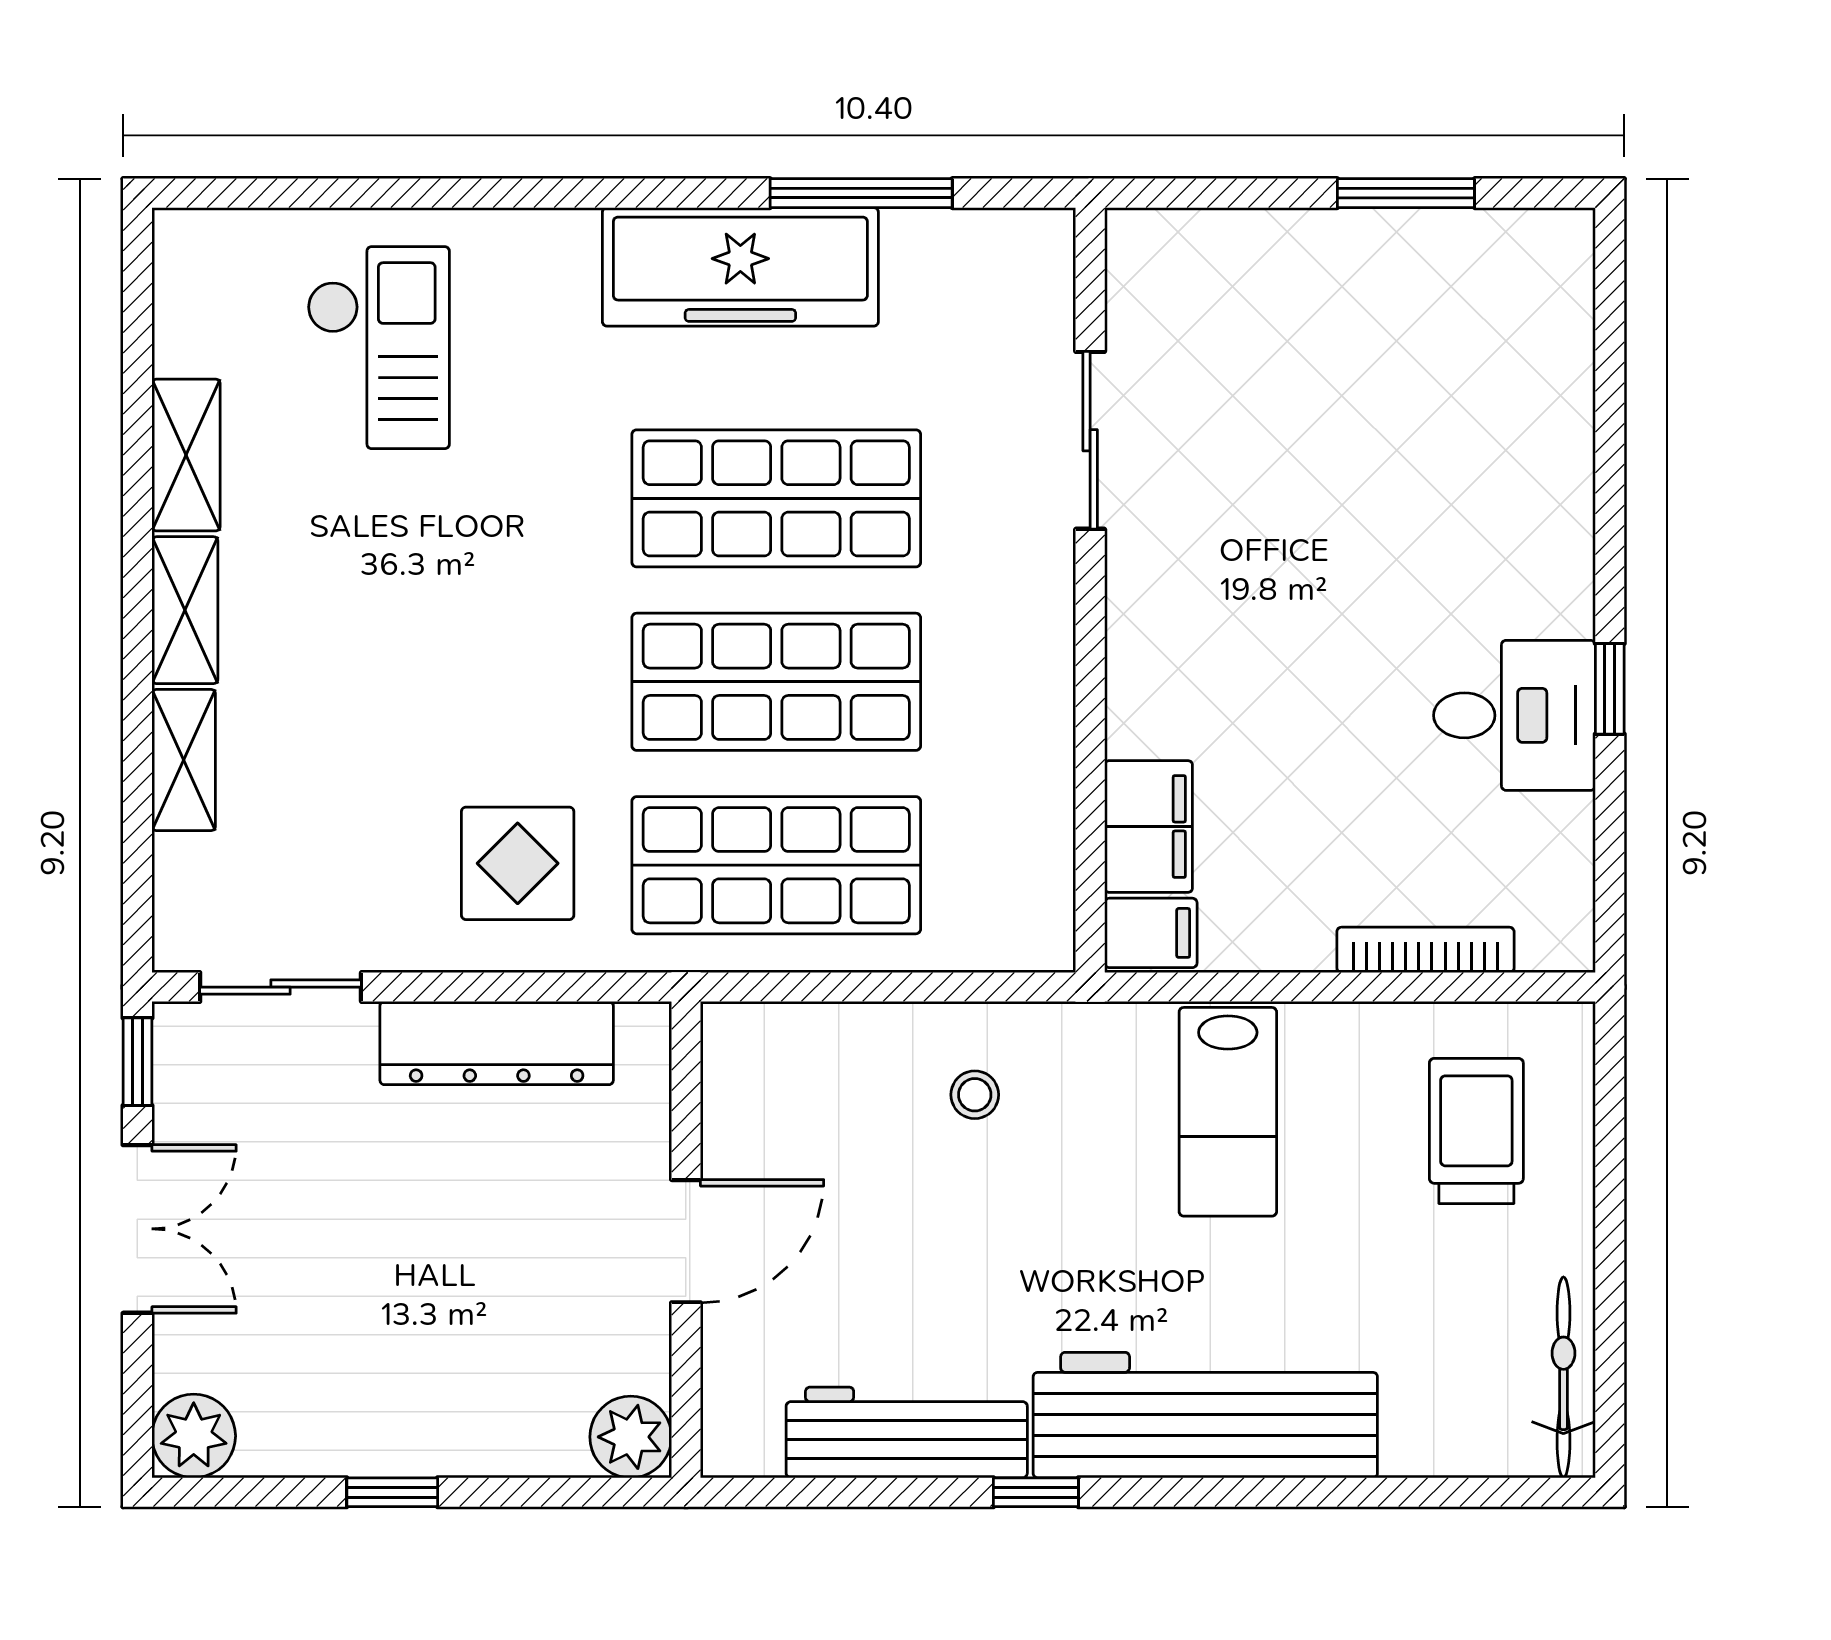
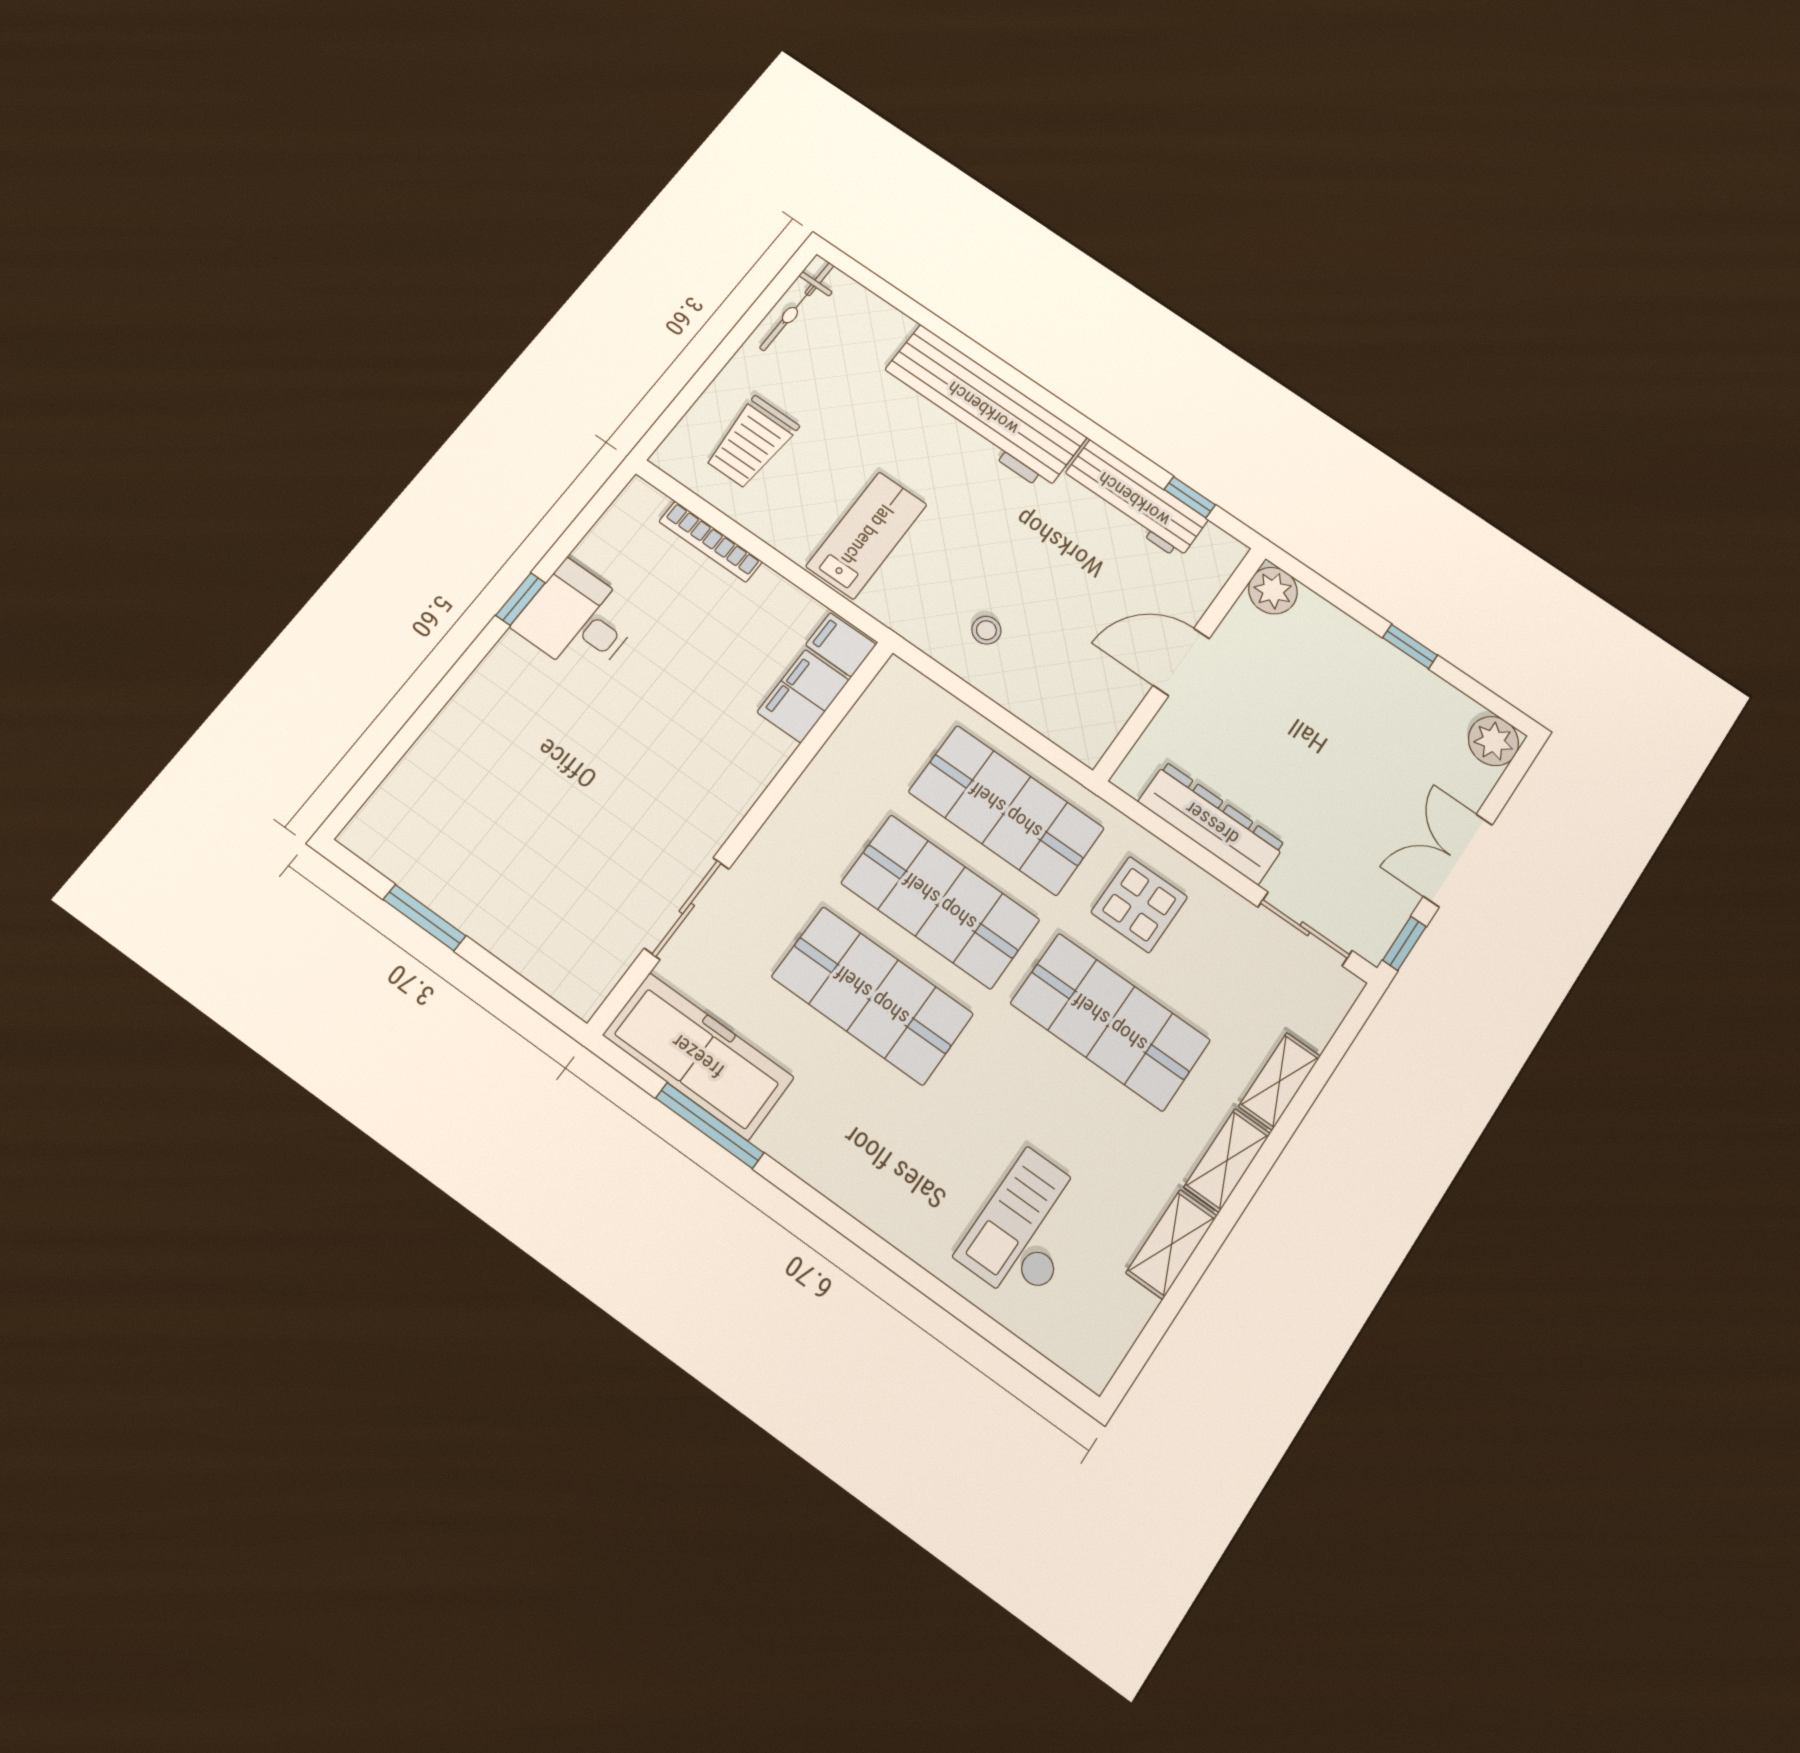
freezer: (740, 267) -> (698, 1056), moved
shop shelf: (451, 682) -> (1110, 1022), added
window: (1036, 1492) -> (1190, 497), moved

